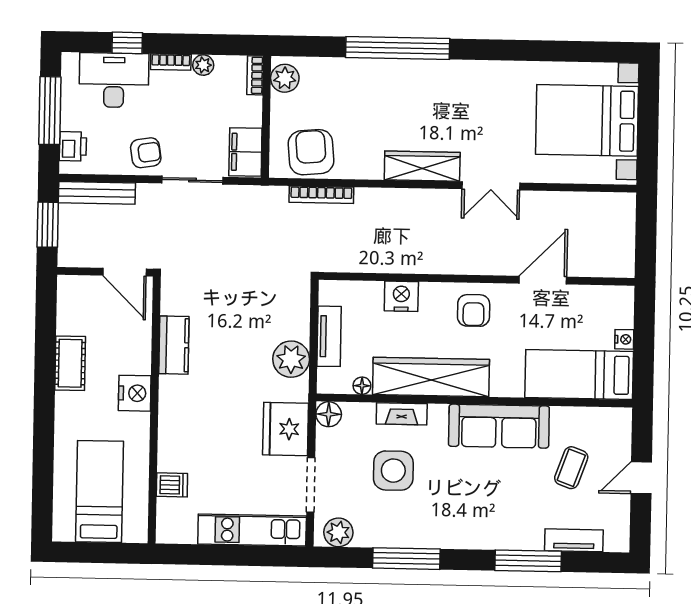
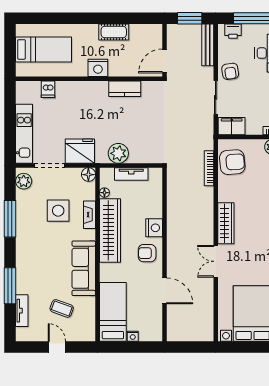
nightstand: (401, 296) -> (154, 228), moved

